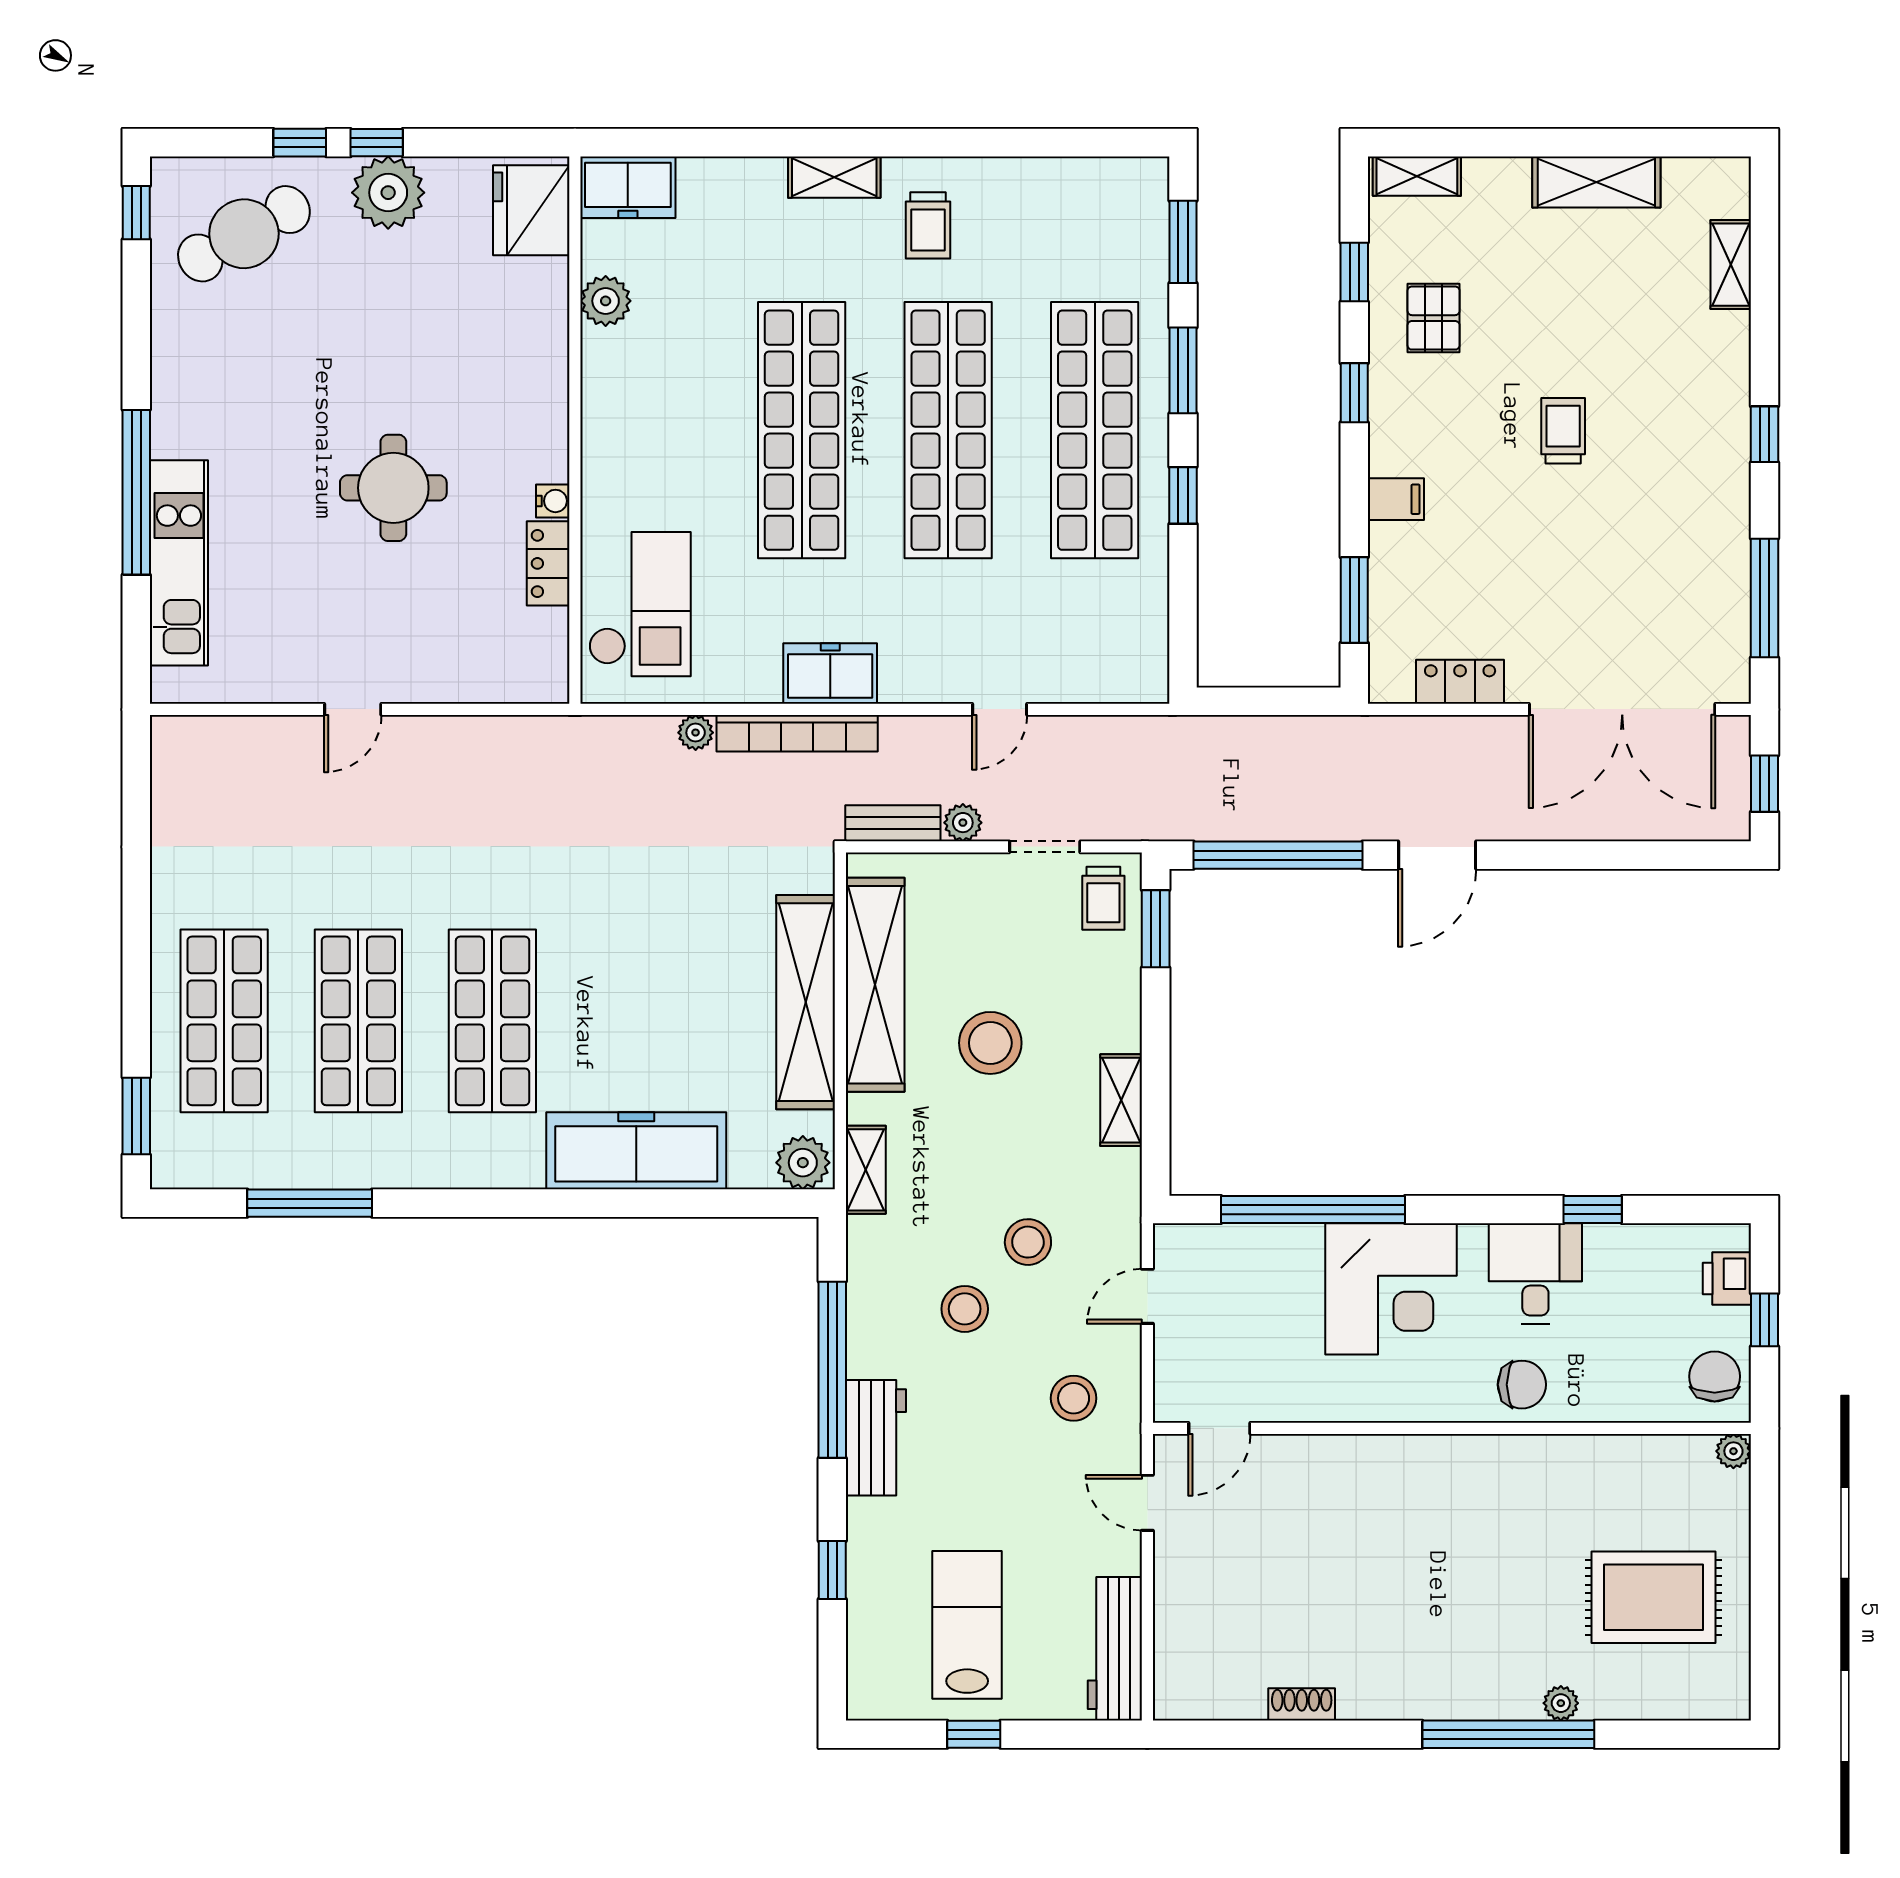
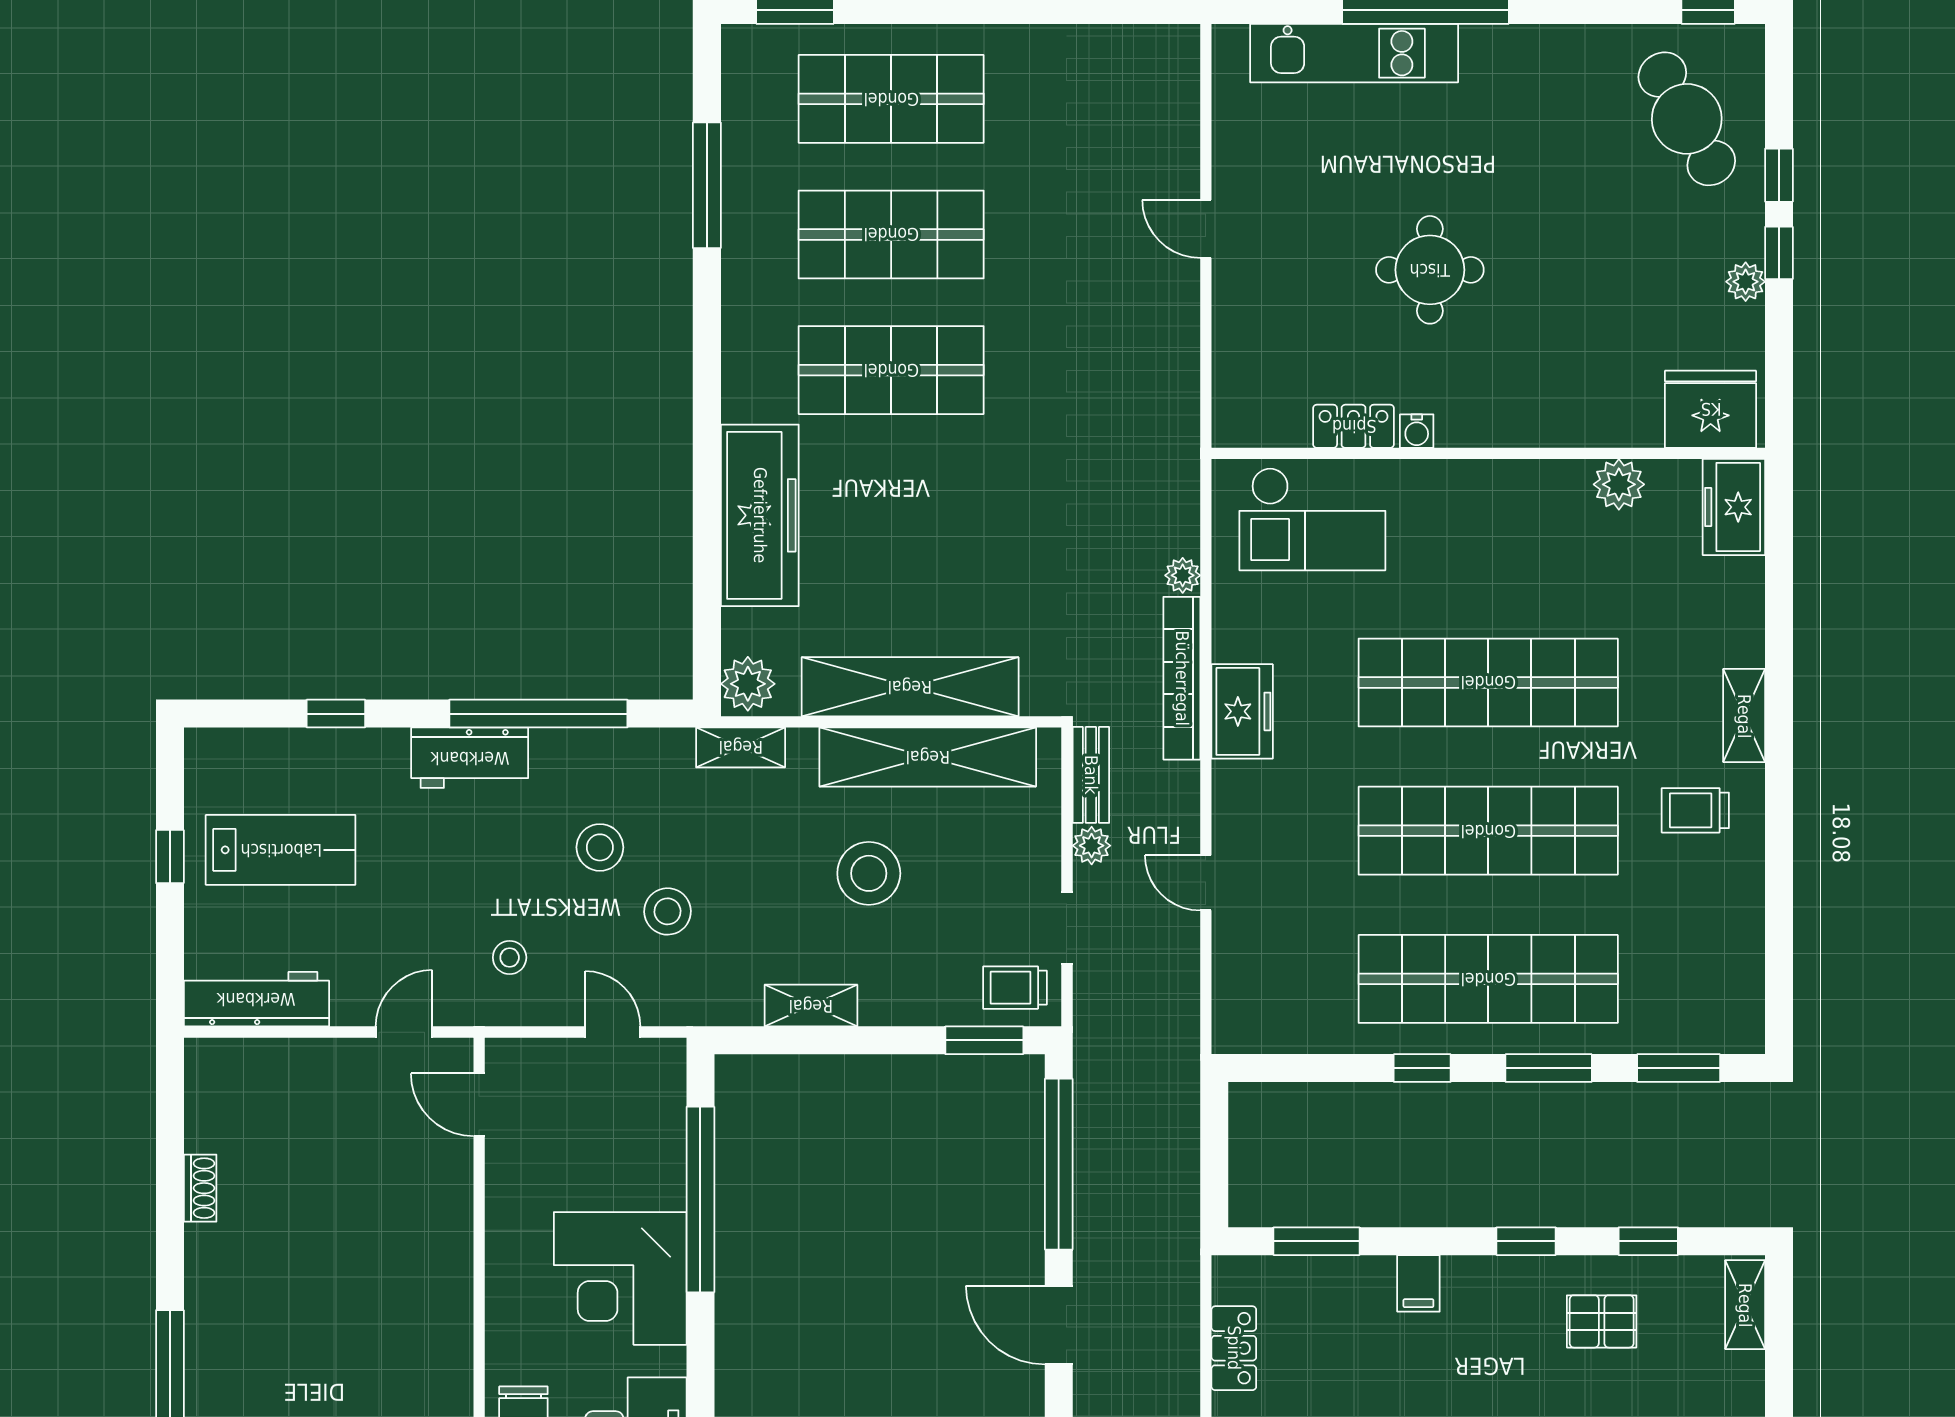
plant: (388, 193) -> (1746, 282), width x0.53, depth x0.53
stool: (1074, 1398) -> (510, 957), width x0.73, depth x0.73

